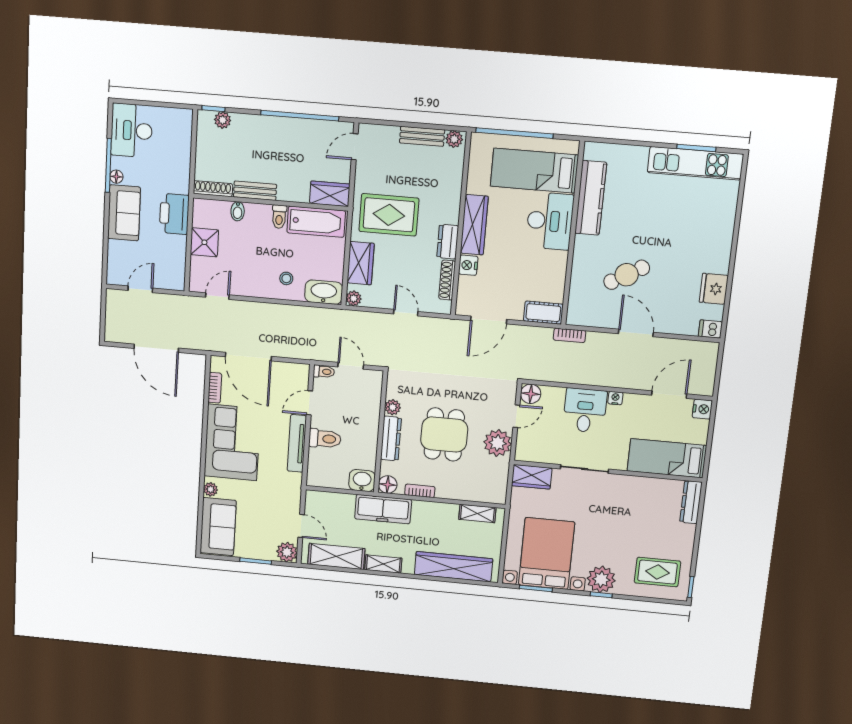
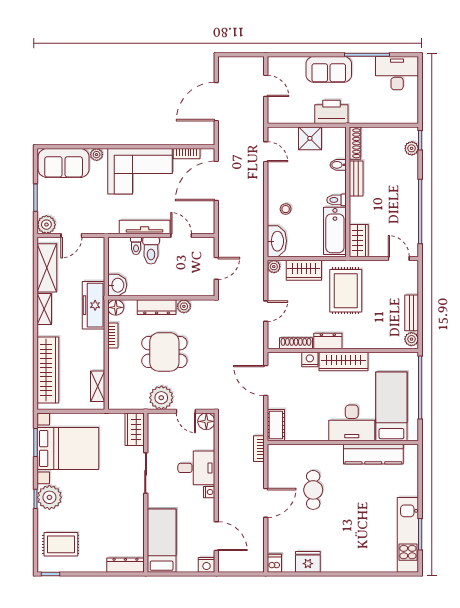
floor lamp: (116, 177) -> (358, 62), removed
cafe table: (627, 275) -> (313, 490), turned 30
toilet: (324, 372) -> (136, 246), moved
rug: (657, 572) -> (61, 544), turned 90

